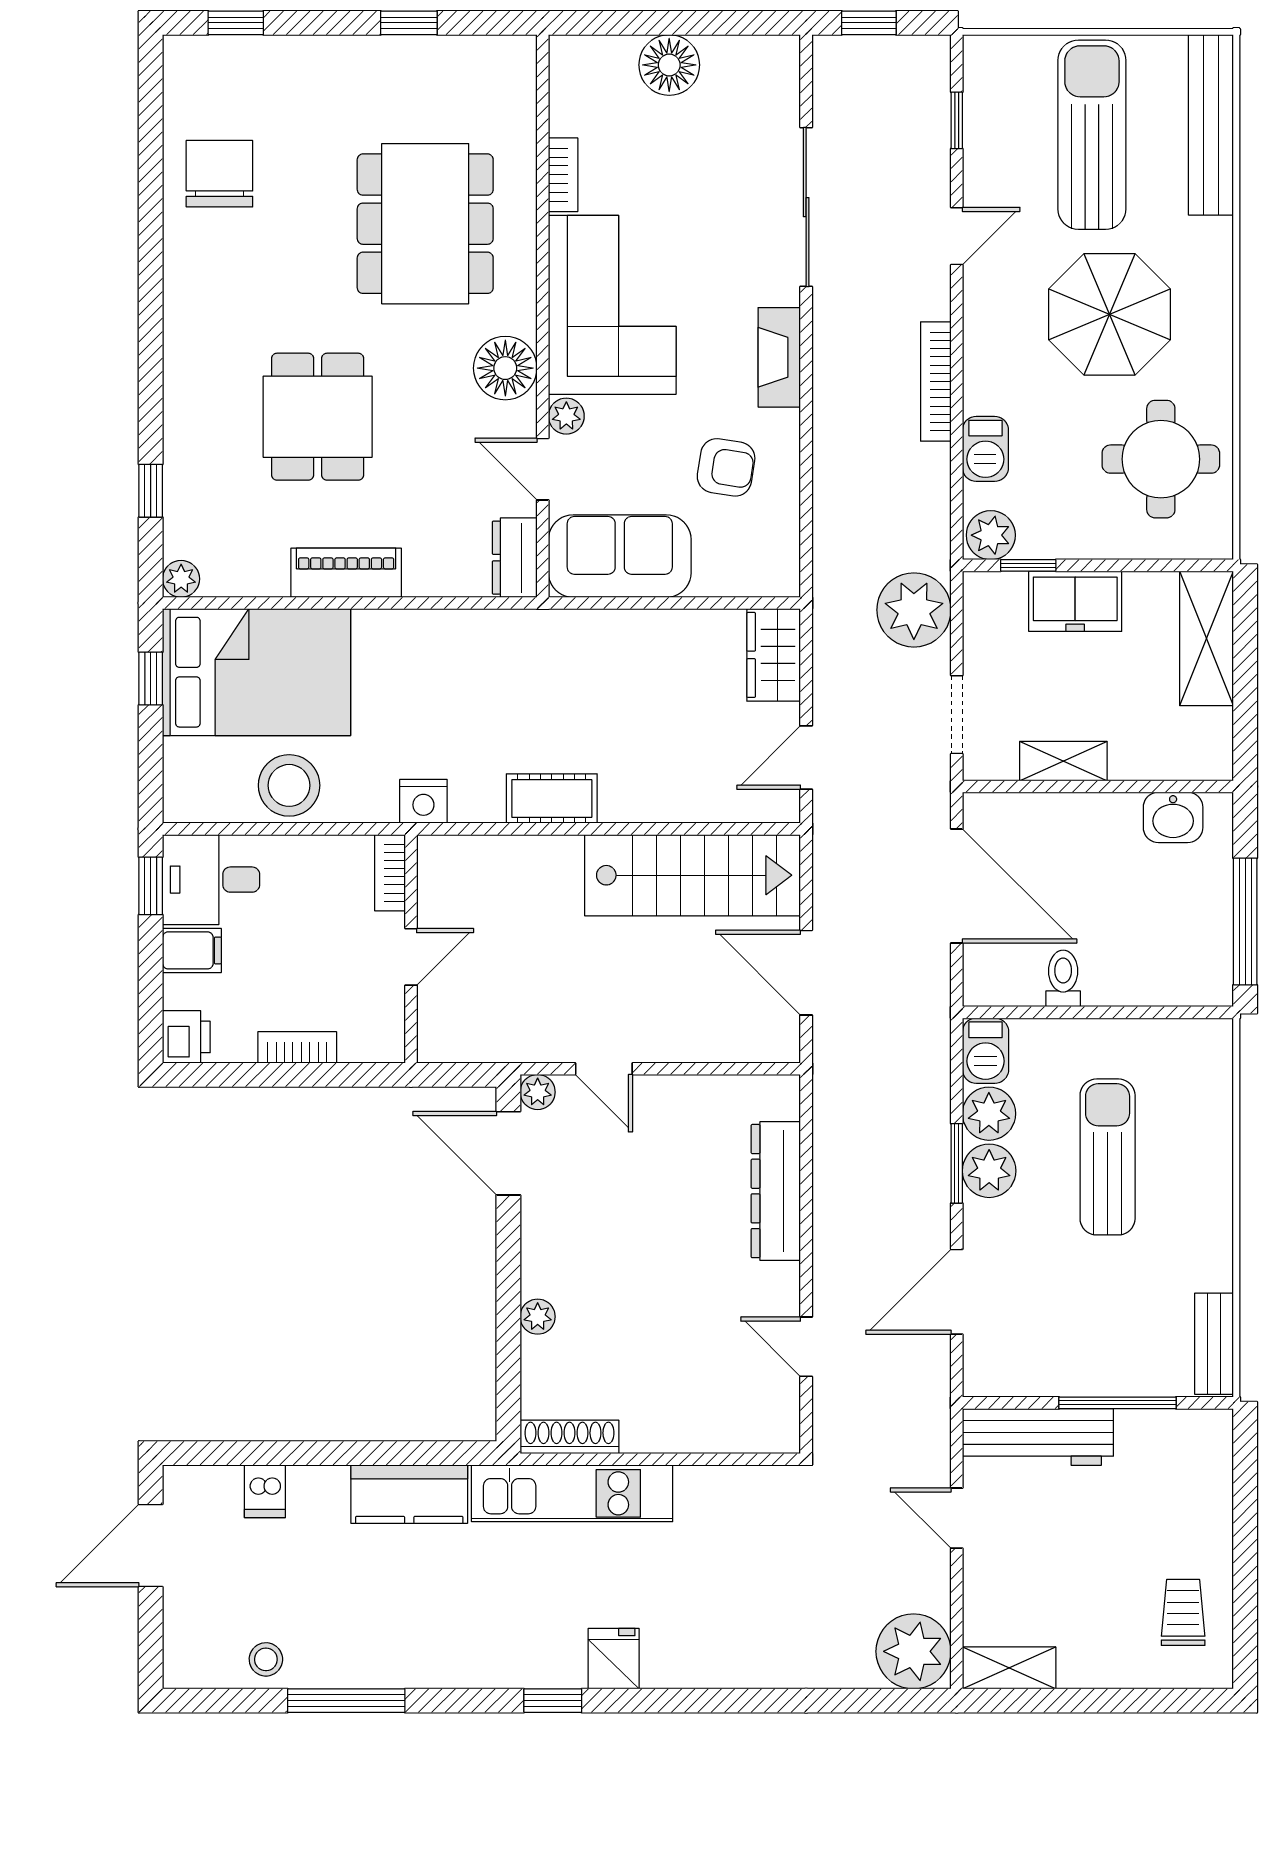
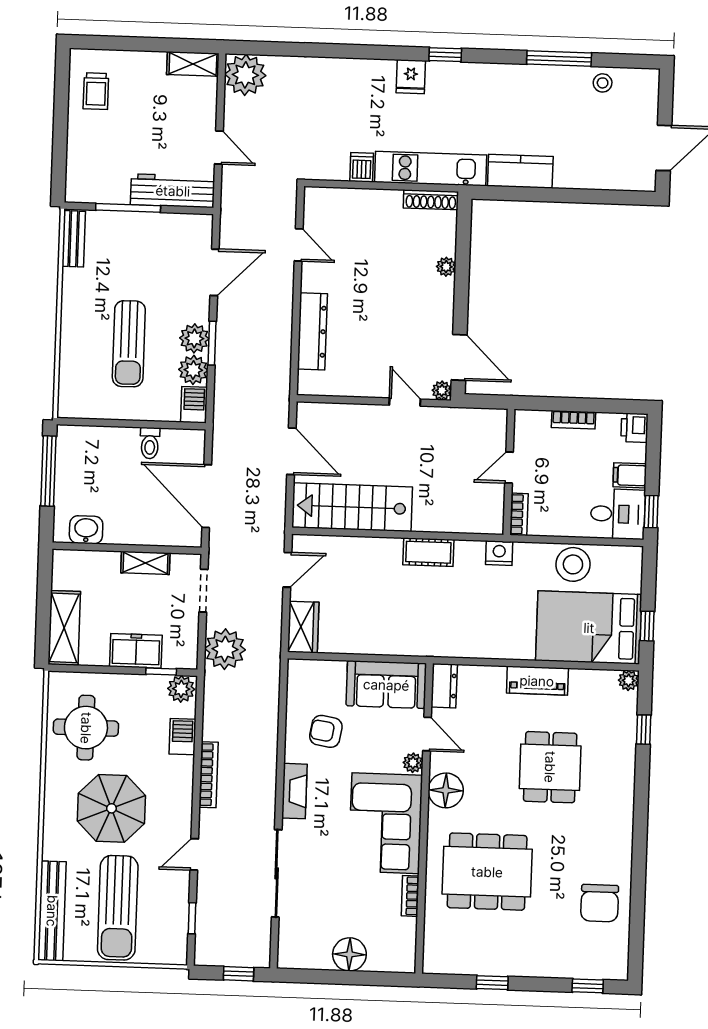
dining table: (425, 224) -> (487, 872), turned 90
dishwasher: (265, 1491) -> (362, 167), moved

